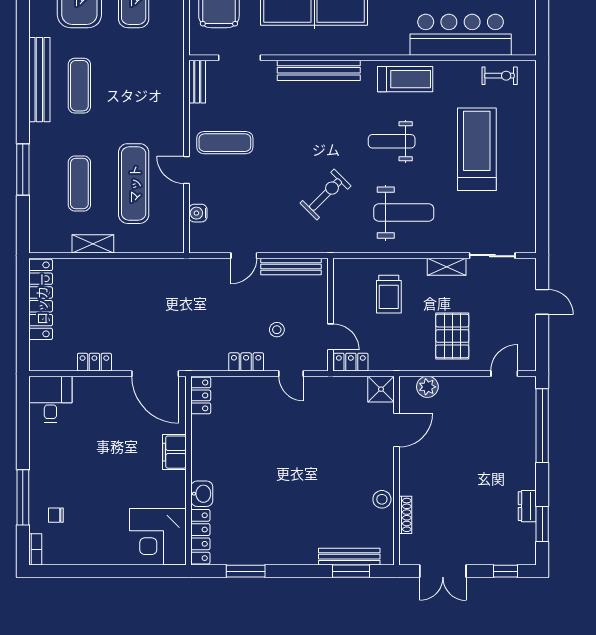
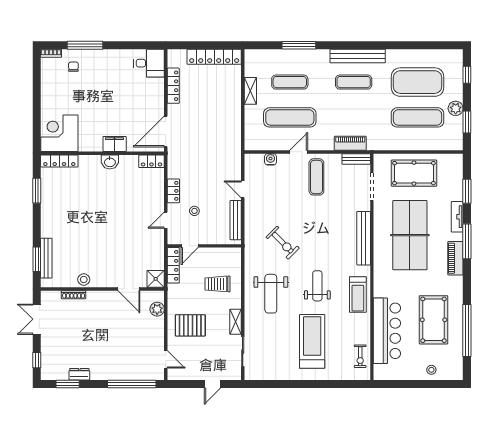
piano: (173, 91) -> (350, 143), added
treadmill: (477, 149) -> (312, 341), turned -90
locker: (94, 362) -> (173, 86), width x1.53
locker: (351, 362) -> (173, 265), width x1.53
washbasin: (202, 494) -> (110, 162), moved

